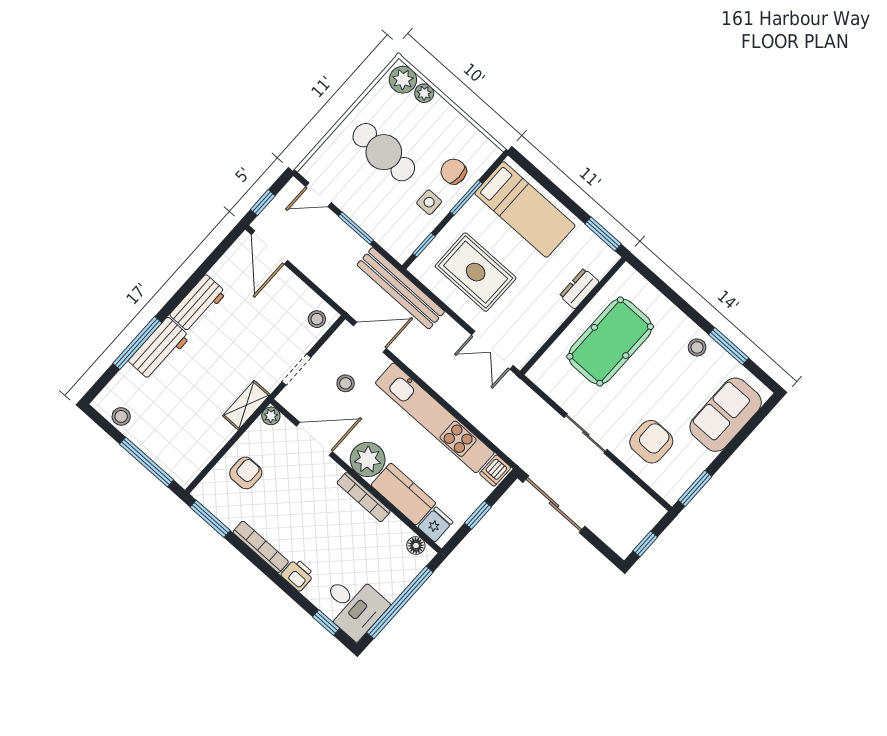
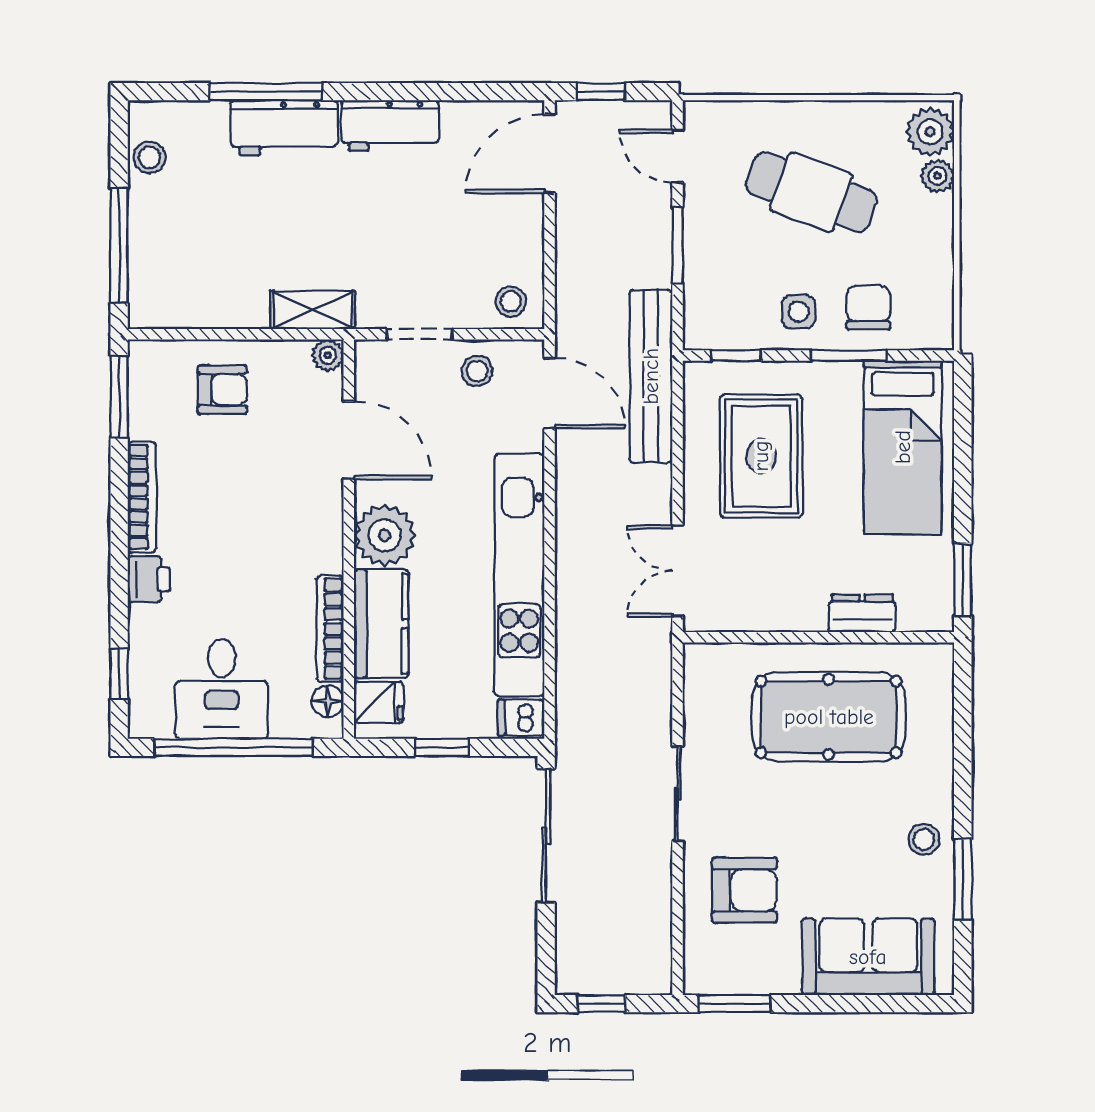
cafe table: (384, 152) -> (811, 192), turned -70
stool: (346, 383) -> (477, 371), moved
bookcase: (364, 497) -> (330, 629), moved
desk: (353, 605) -> (222, 689), moved

